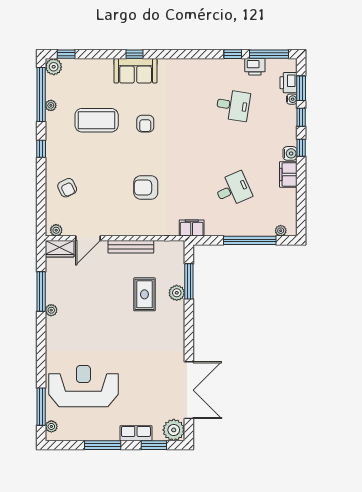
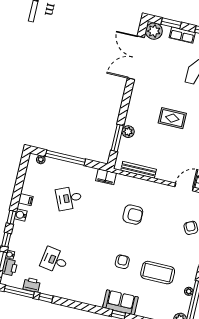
filing cabinet: (288, 174) -> (26, 200), width x0.50
bench: (131, 247) -> (139, 170), moved
rug: (144, 294) -> (172, 118), moved, turned 90

